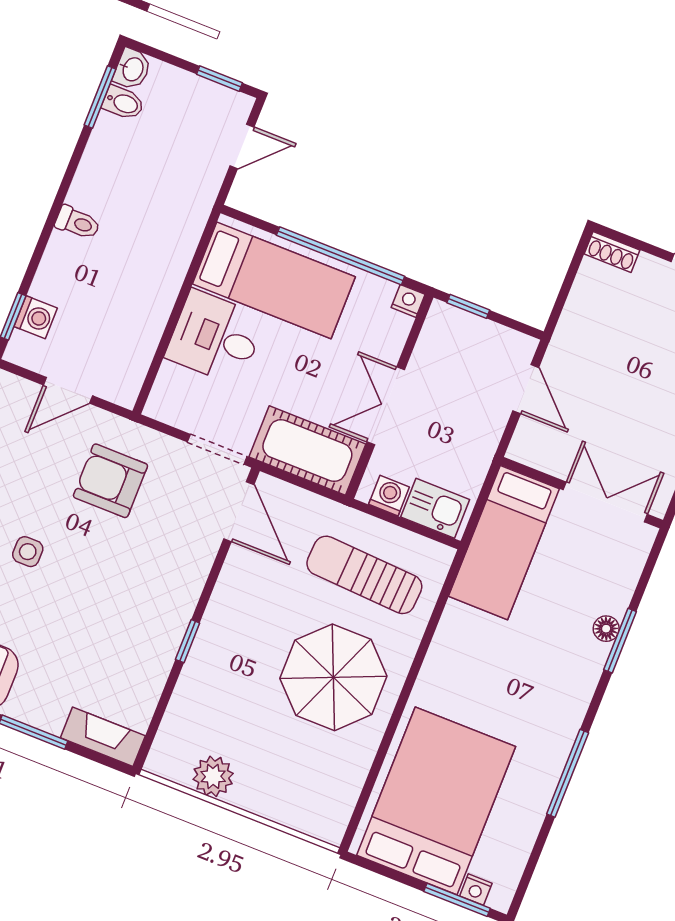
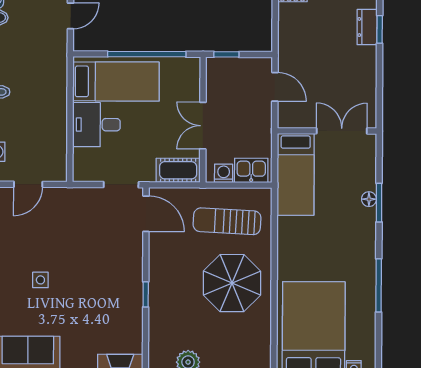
nightstand: (408, 301) -> (193, 64), removed
cot: (307, 451) -> (178, 170), width x0.73, depth x0.75
armchair: (110, 481) -> (70, 224), removed

